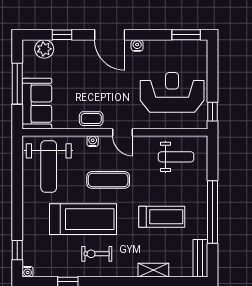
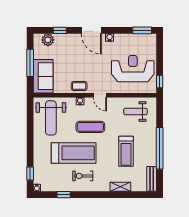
weight bench: (176, 157) -> (135, 112), turned 180
treadmill: (162, 217) -> (126, 151), turned 90

